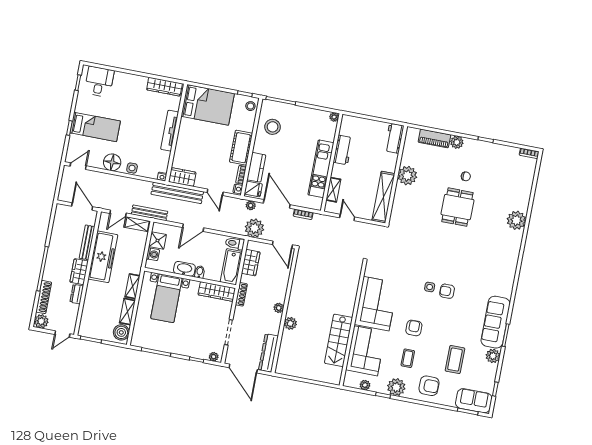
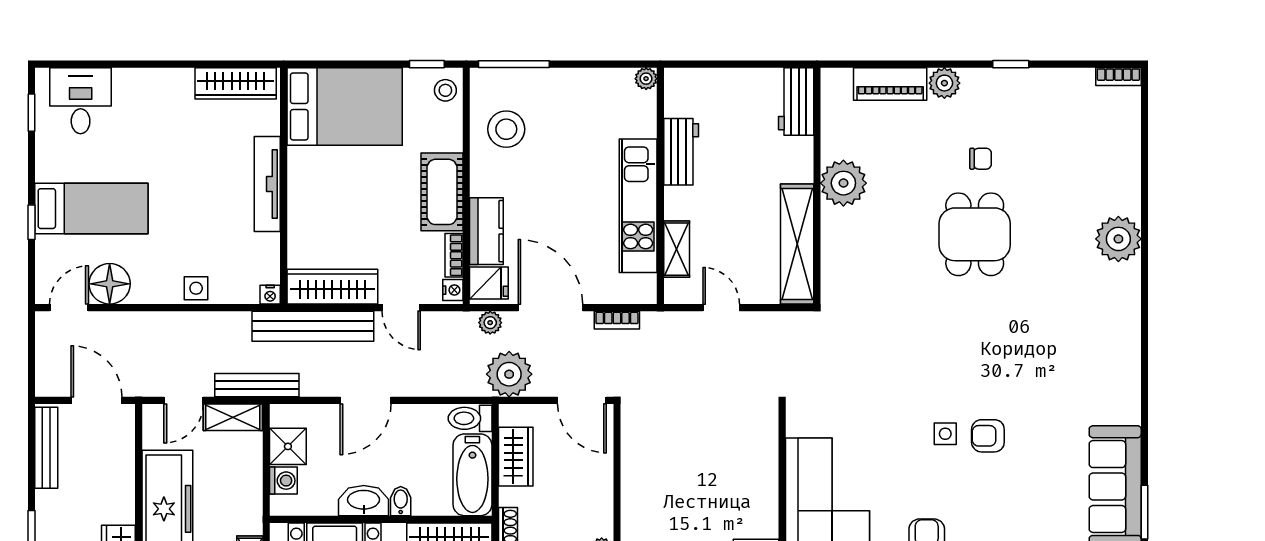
floor lamp: (112, 162) -> (110, 284), moved
wardrobe: (182, 177) -> (332, 287), width x1.50
bench: (87, 242) -> (46, 448), moved

